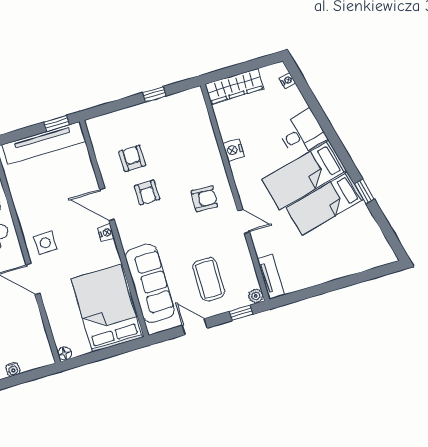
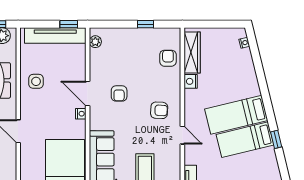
wardrobe: (234, 86) -> (192, 52), moved, turned -90
desk: (302, 133) -> (244, 84), removed
plant: (97, 136) -> (95, 42), added
armchair: (132, 158) -> (168, 58), moved
side table: (45, 243) -> (36, 81), moved

